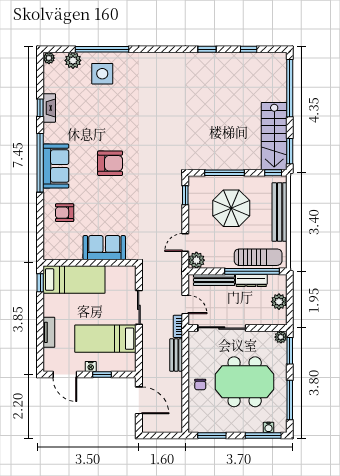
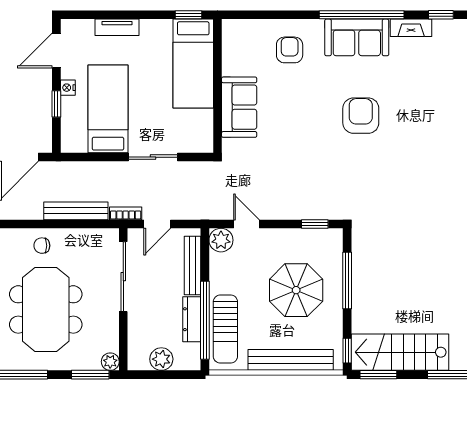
fireplace: (49, 108) -> (411, 28), moved
armchair: (110, 163) -> (361, 116), turned 180
bench: (176, 355) -> (76, 211), width x1.36

